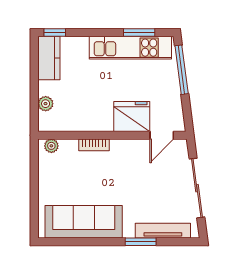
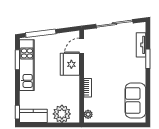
plant: (46, 104) -> (62, 114), width x1.88, depth x1.88
door: (162, 135) -> (82, 46), swing flipped
sofa: (84, 222) -> (135, 101), width x0.73
tv unit: (163, 231) -> (141, 45), width x0.71

